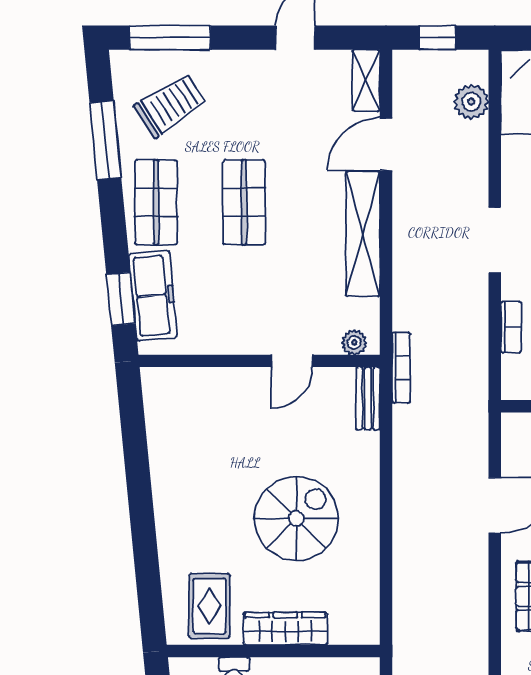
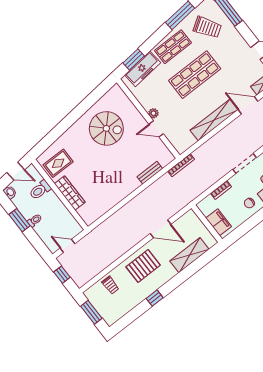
shop shelf: (244, 202) -> (195, 75), width x1.43, depth x1.36
plant: (354, 342) -> (153, 113), moved
bench: (368, 398) -> (150, 173), moved
spiral stairs: (296, 519) -> (106, 128), moved

